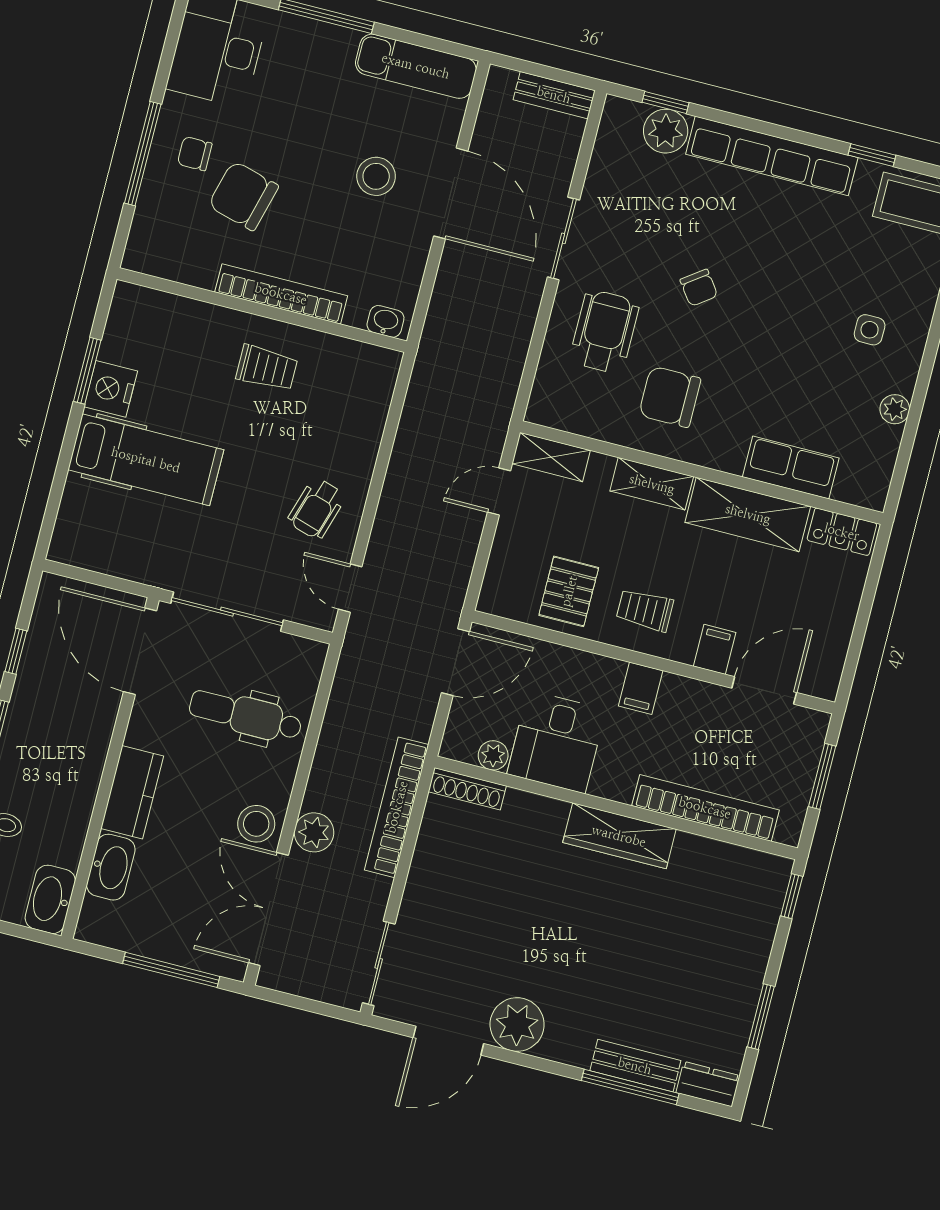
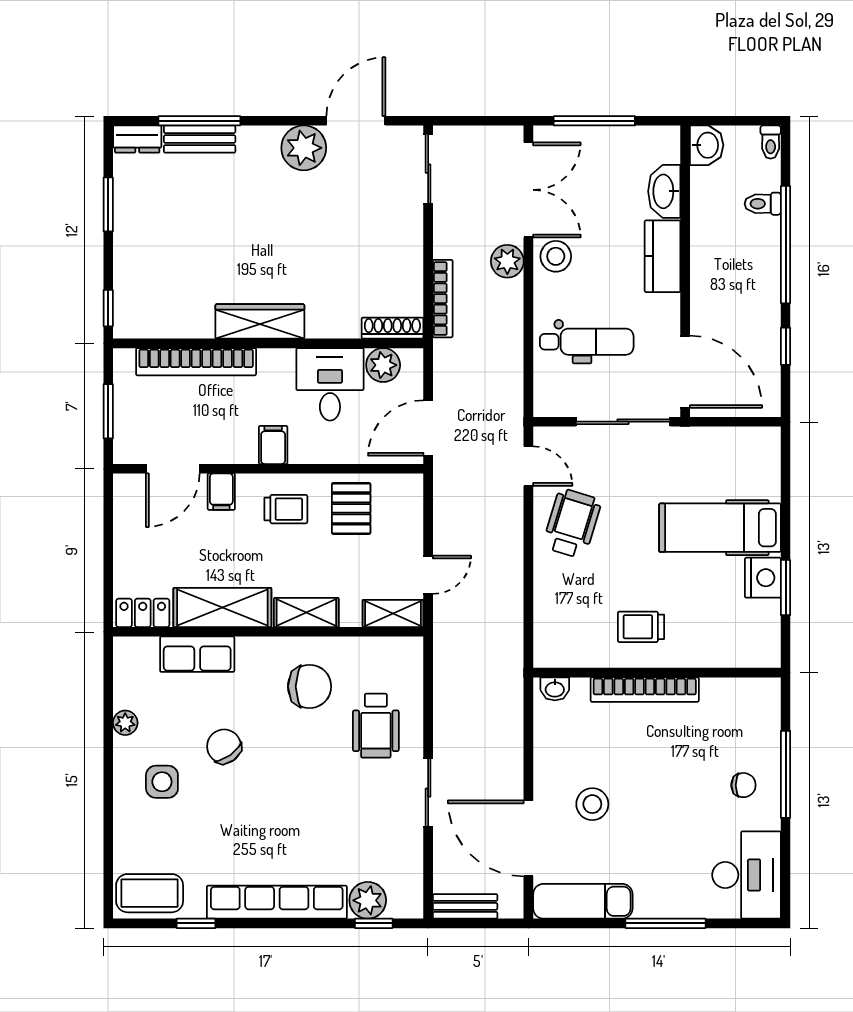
door: (451, 193) -> (528, 838), moved
chair: (243, 196) -> (696, 761), removed
chair: (699, 288) -> (224, 746), moved, width x1.37, depth x1.37
side table: (870, 330) -> (162, 782), width x1.37, depth x1.37
wheelchair: (317, 509) -> (572, 523), width x1.36, depth x1.37
plant: (493, 755) -> (383, 365), width x1.38, depth x1.38
bookcase: (397, 807) -> (443, 299), width x0.68, depth x0.76
washbasin: (50, 899) -> (707, 145), width x0.72

